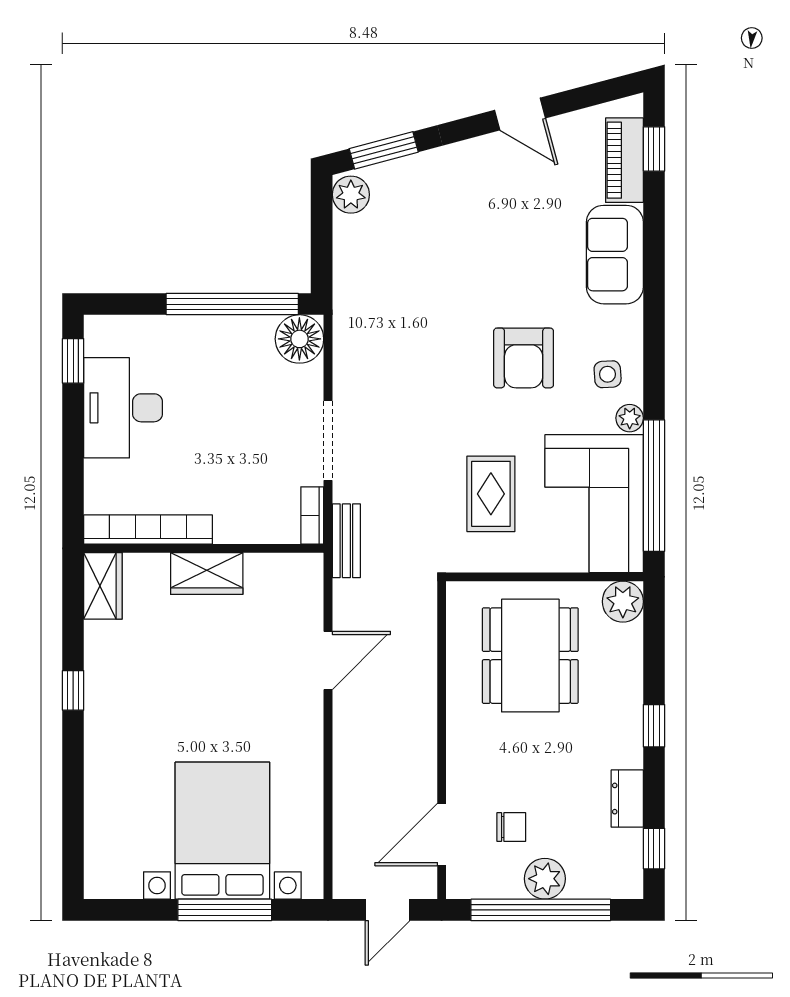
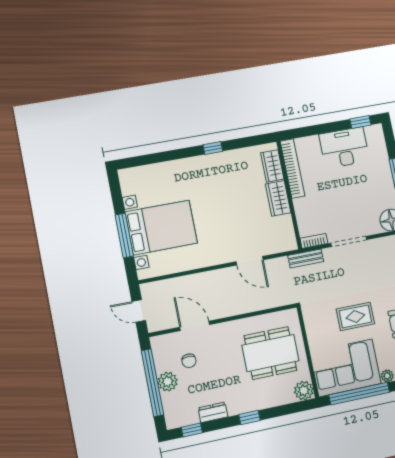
rug: (491, 494) -> (355, 316), moved
wardrobe: (103, 586) -> (272, 166), moved, turned 90
door: (442, 835) -> (195, 326), moved

